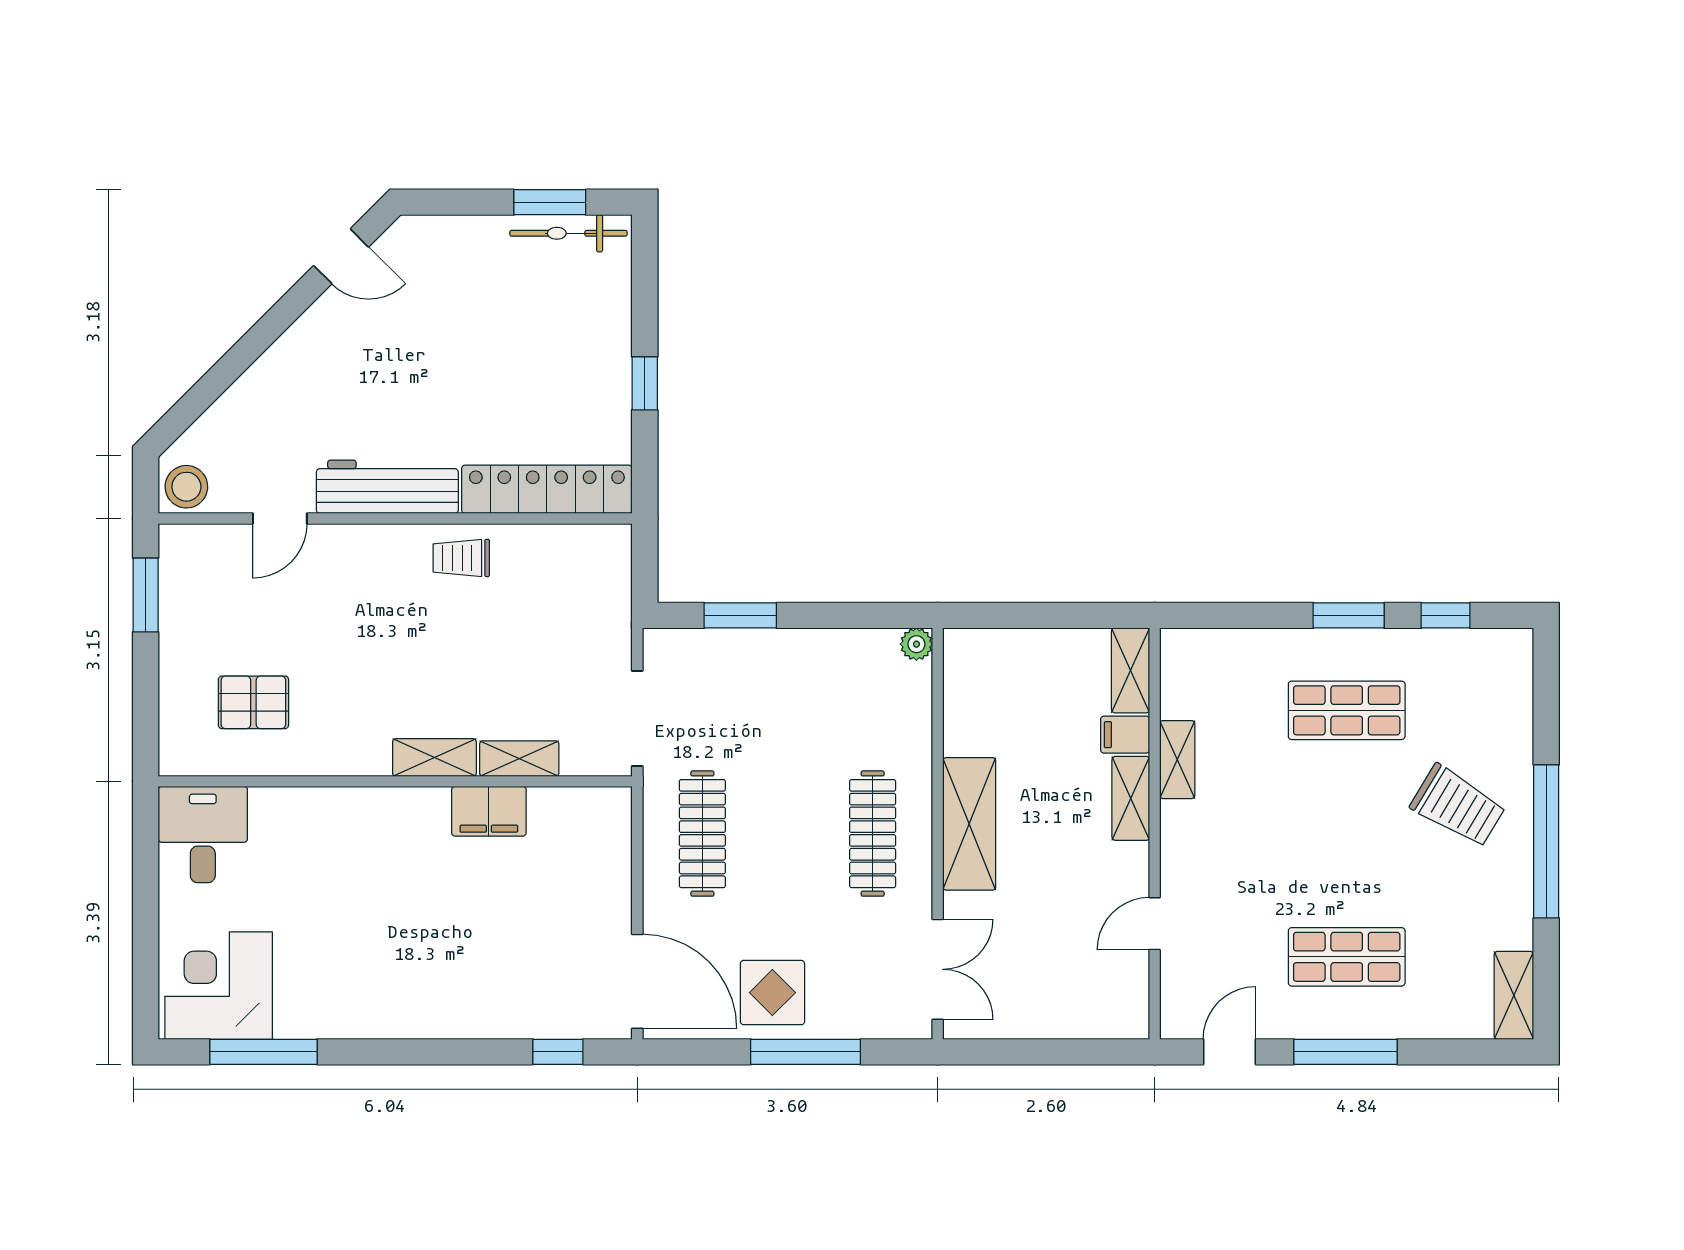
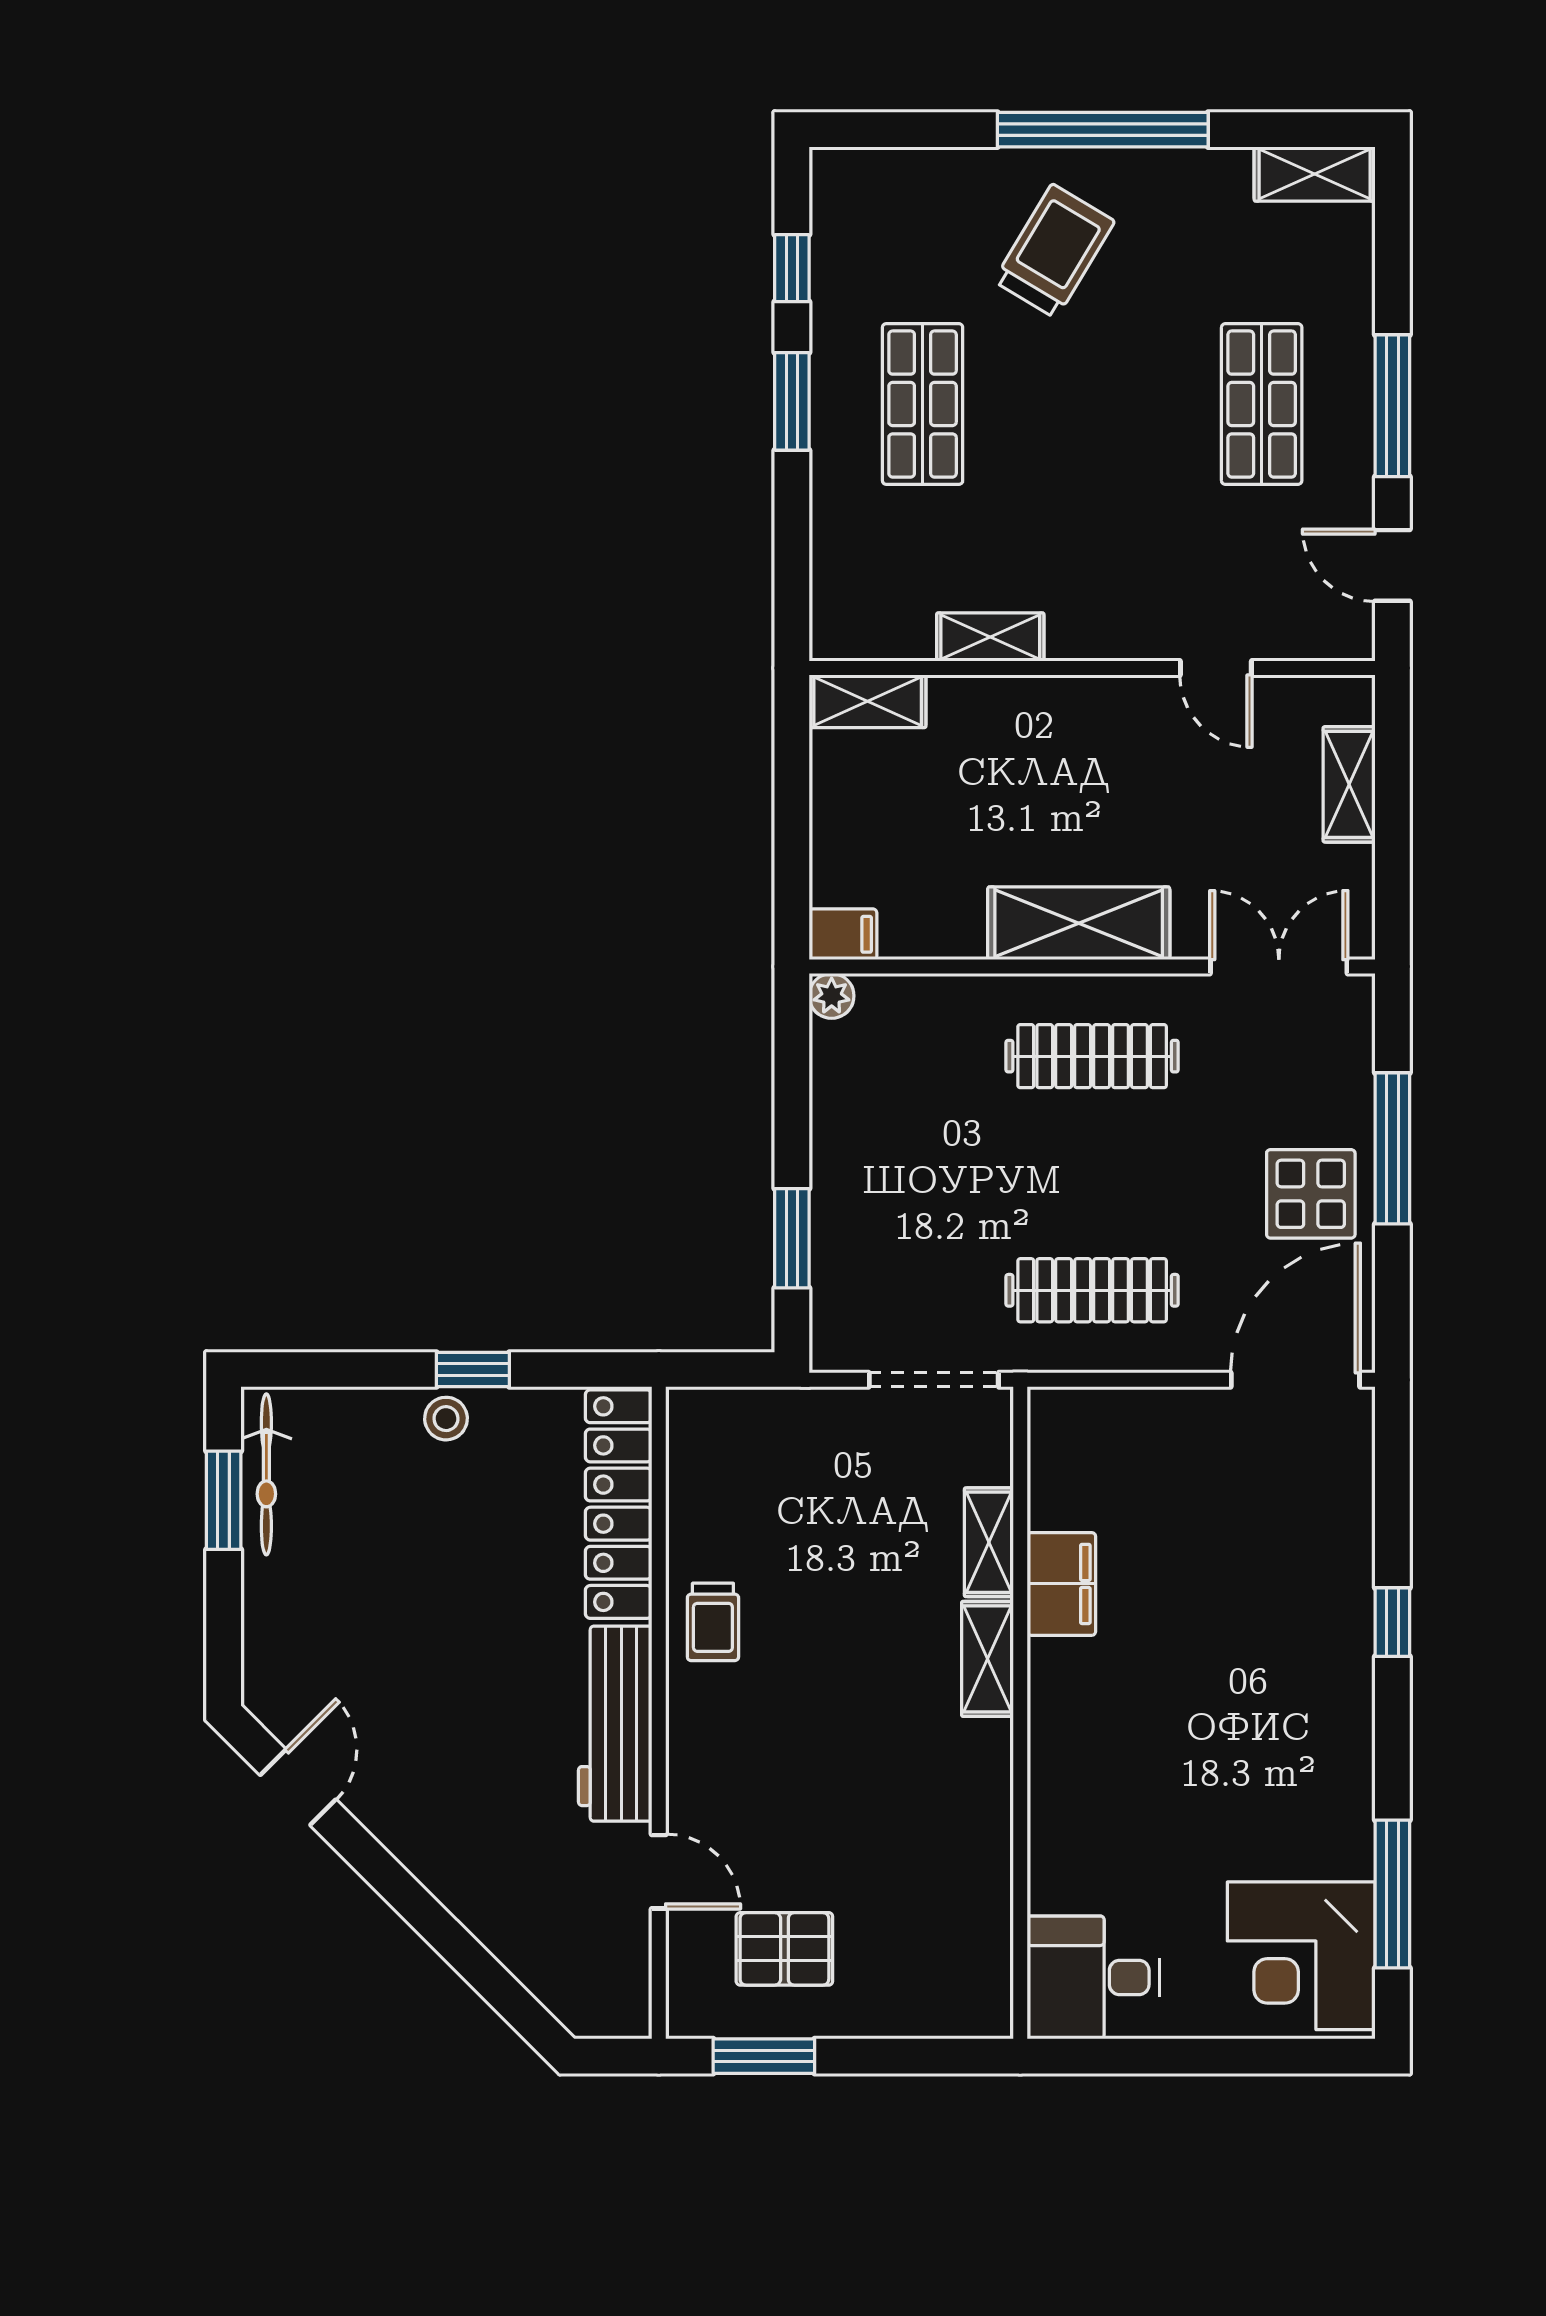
stool: (186, 487) -> (446, 1419), moved, width x0.73, depth x0.73
pallet: (253, 702) -> (784, 1949), moved, turned 90
filing cabinet: (1125, 735) -> (843, 934), moved, turned -90
shelving: (1131, 798) -> (1349, 784), moved, turned 90
window: (558, 1052) -> (1392, 1622), moved

